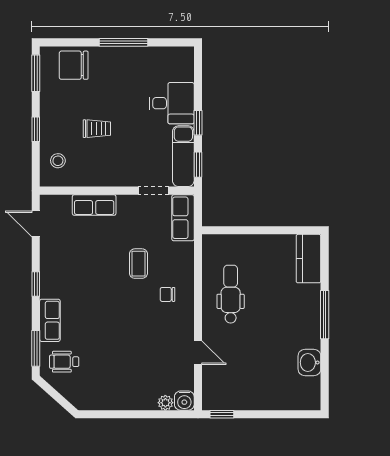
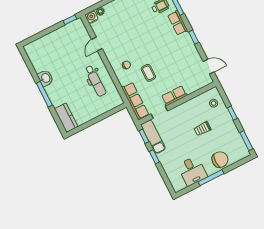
chair: (74, 65) -> (220, 160), moved
desk: (172, 103) -> (192, 171), moved, turned -90
row of seats: (94, 205) -> (174, 96), moved
row of seats: (183, 218) -> (135, 101), width x1.48
door: (198, 353) -> (97, 44), hinge flipped
washbasin: (309, 362) -> (45, 78), moved

